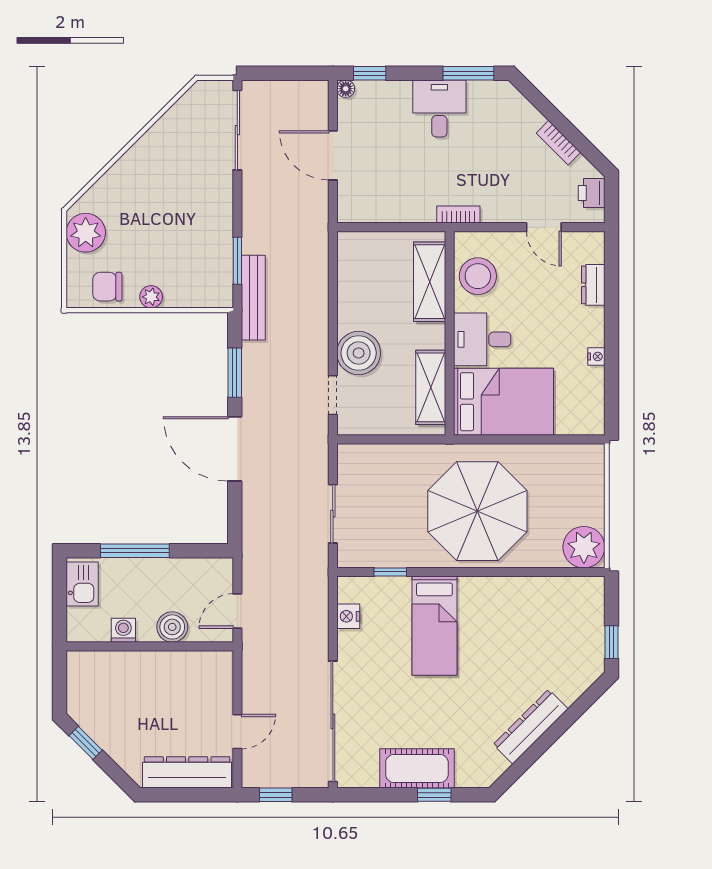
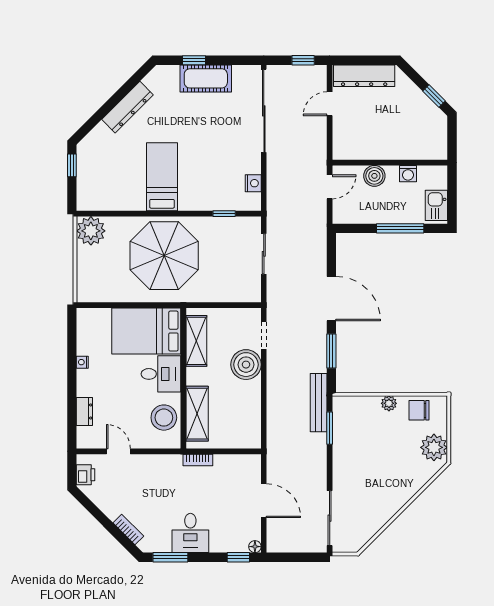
bookcase: (558, 143) -> (128, 529), moved
bookcase: (458, 215) -> (198, 460), moved
chair: (107, 287) -> (419, 410), turned 180
bed: (434, 626) -> (162, 177), moved

